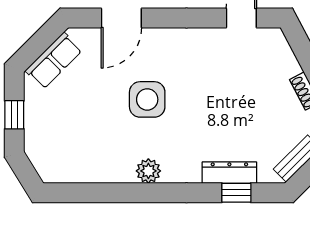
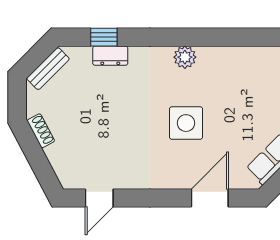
dresser: (229, 173) -> (110, 56), width x0.70

